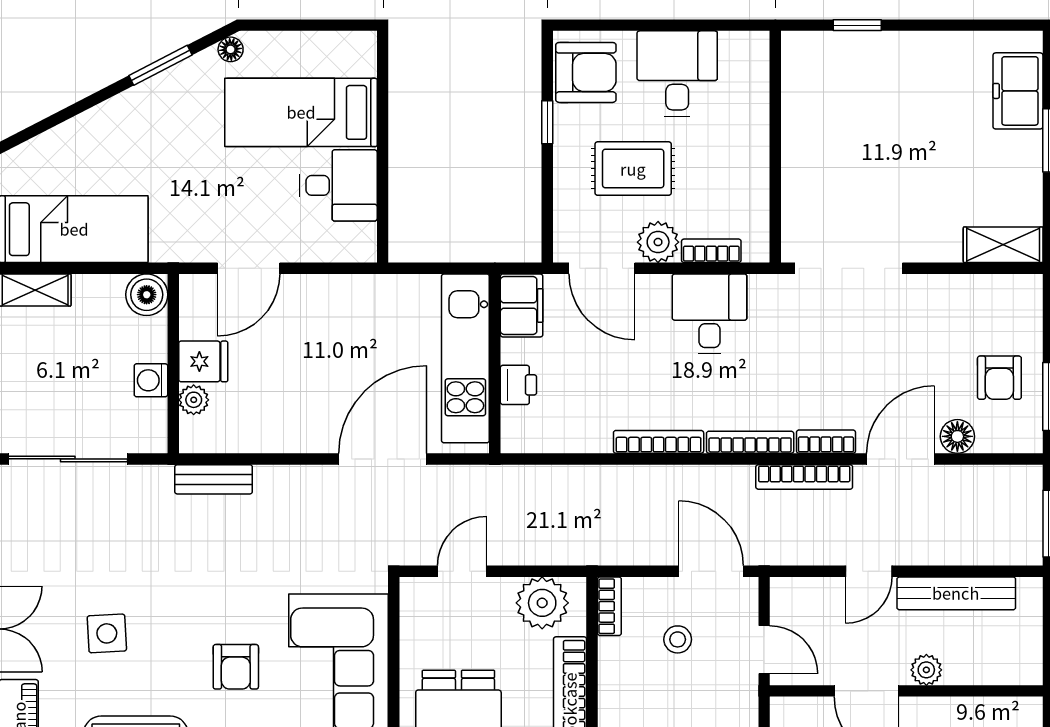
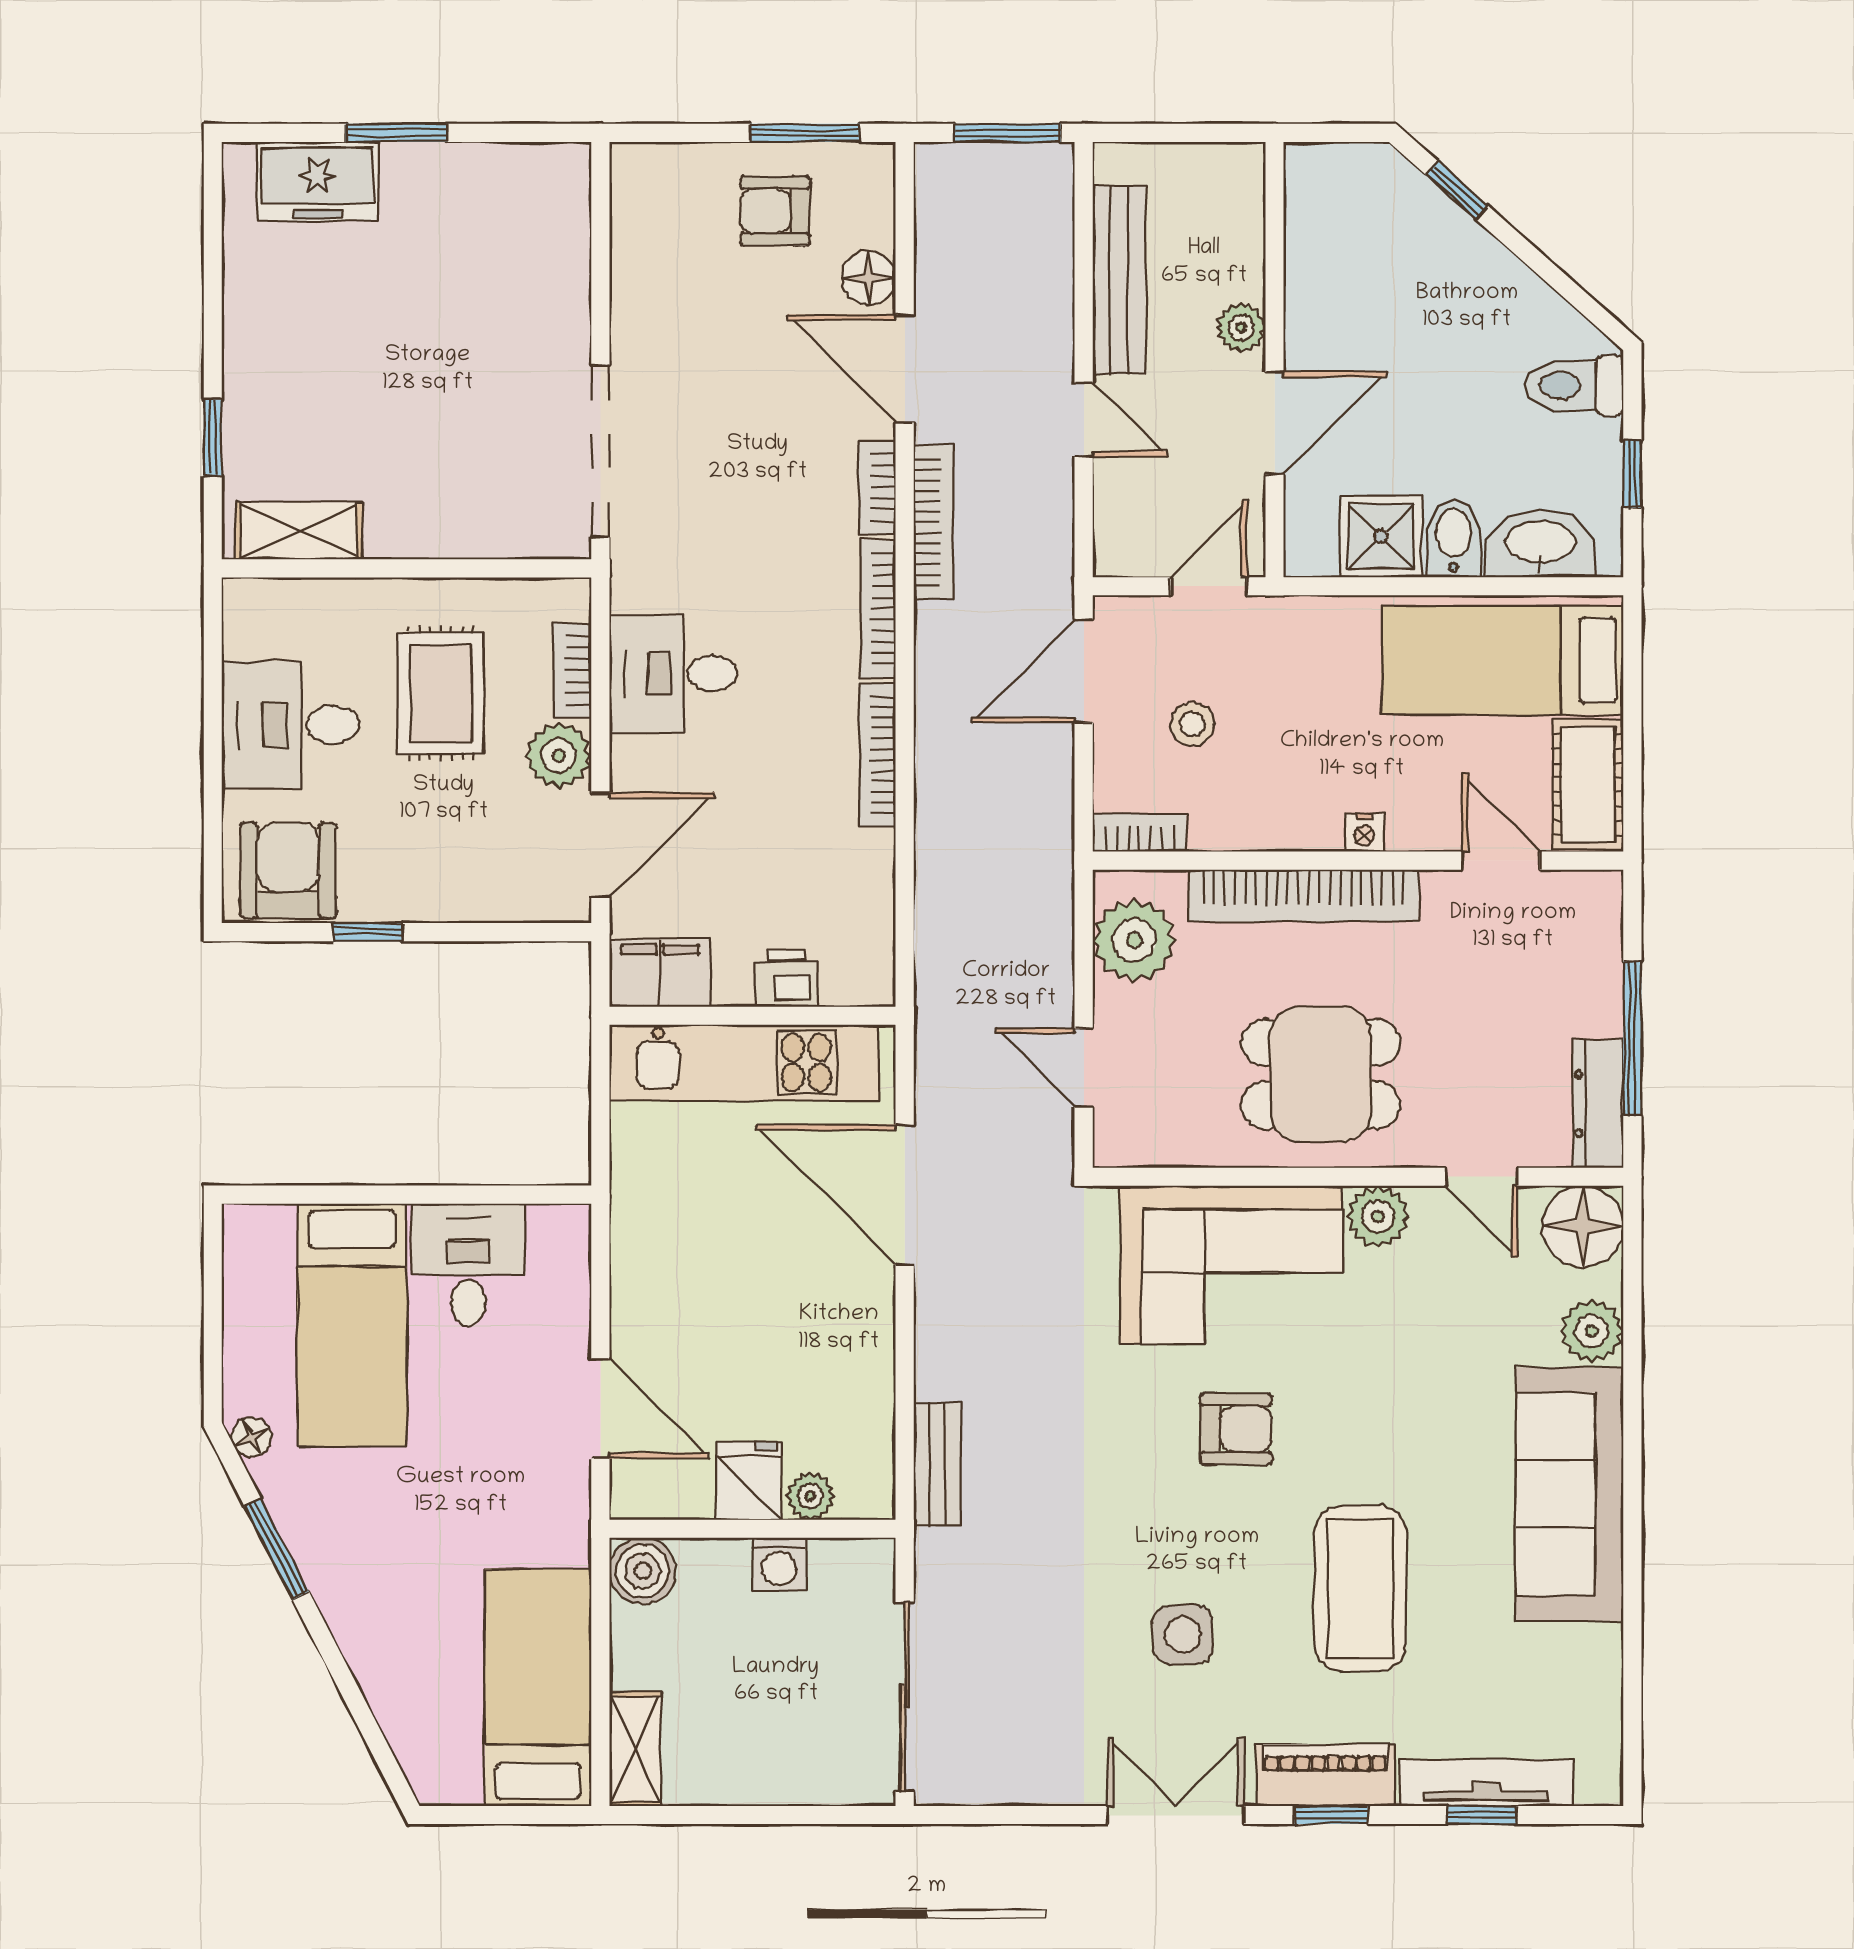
rug: (633, 169) -> (441, 693), moved
shelving: (1003, 245) -> (299, 531), moved, turned 90
armchair: (999, 378) -> (775, 211), turned 180

